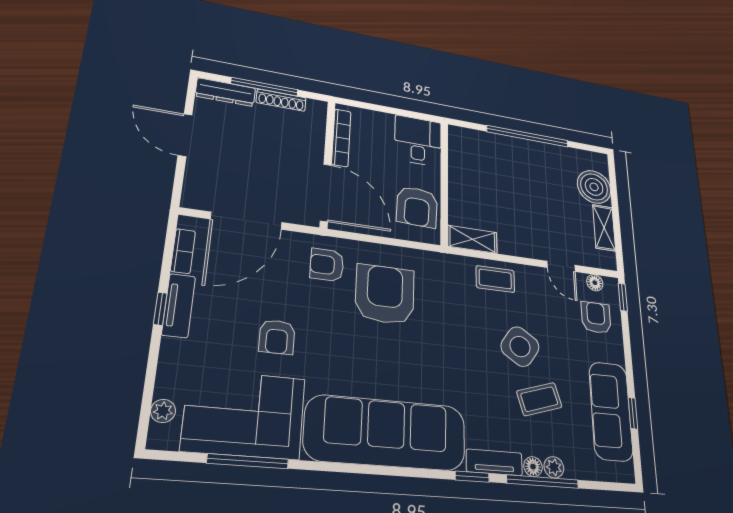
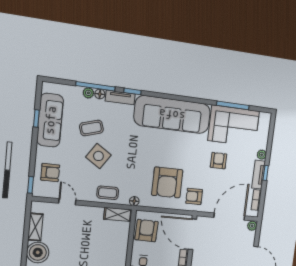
plant: (192, 198) -> (252, 226), added
armchair: (327, 265) -> (194, 196), turned 180
floor lamp: (595, 283) -> (134, 201), moved
armchair: (596, 318) -> (50, 173), turned -90
plant: (163, 411) -> (262, 155), moved

